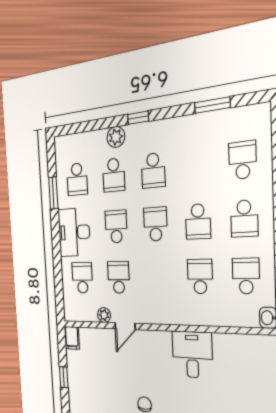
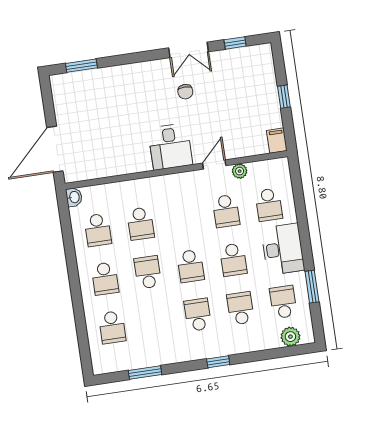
plant: (116, 137) -> (290, 337), moved
school desk: (244, 219) -> (105, 279), turned 180
desk: (192, 355) -> (170, 147), moved

